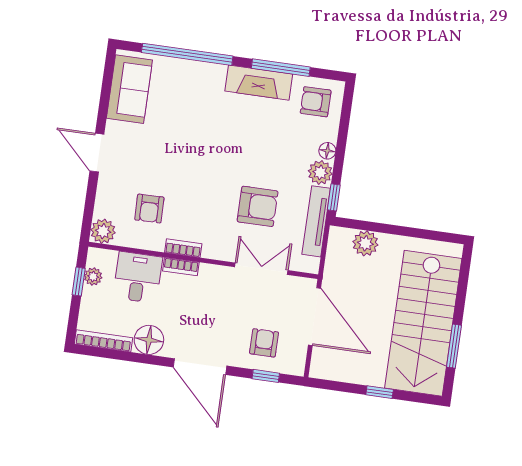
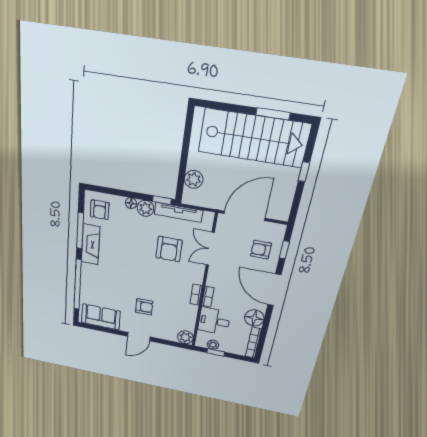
armchair: (258, 206) -> (169, 249), turned 180
armchair: (149, 209) -> (144, 307), moved
door: (200, 367) -> (274, 290), swing flipped

